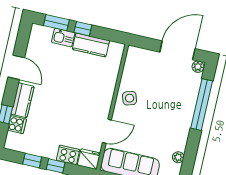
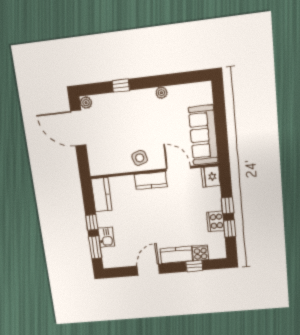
kitchen counter: (91, 45) -> (101, 195), moved
kitchen counter: (104, 101) -> (151, 181), added
window: (202, 105) -> (121, 86), width x0.32
cooker: (68, 155) -> (215, 221), moved
plant: (178, 157) -> (161, 93), moved

